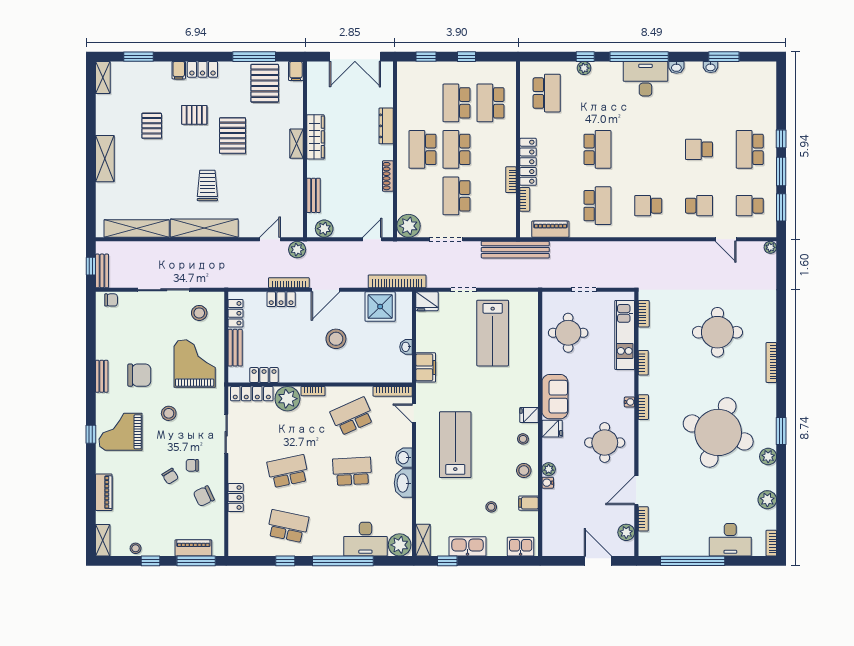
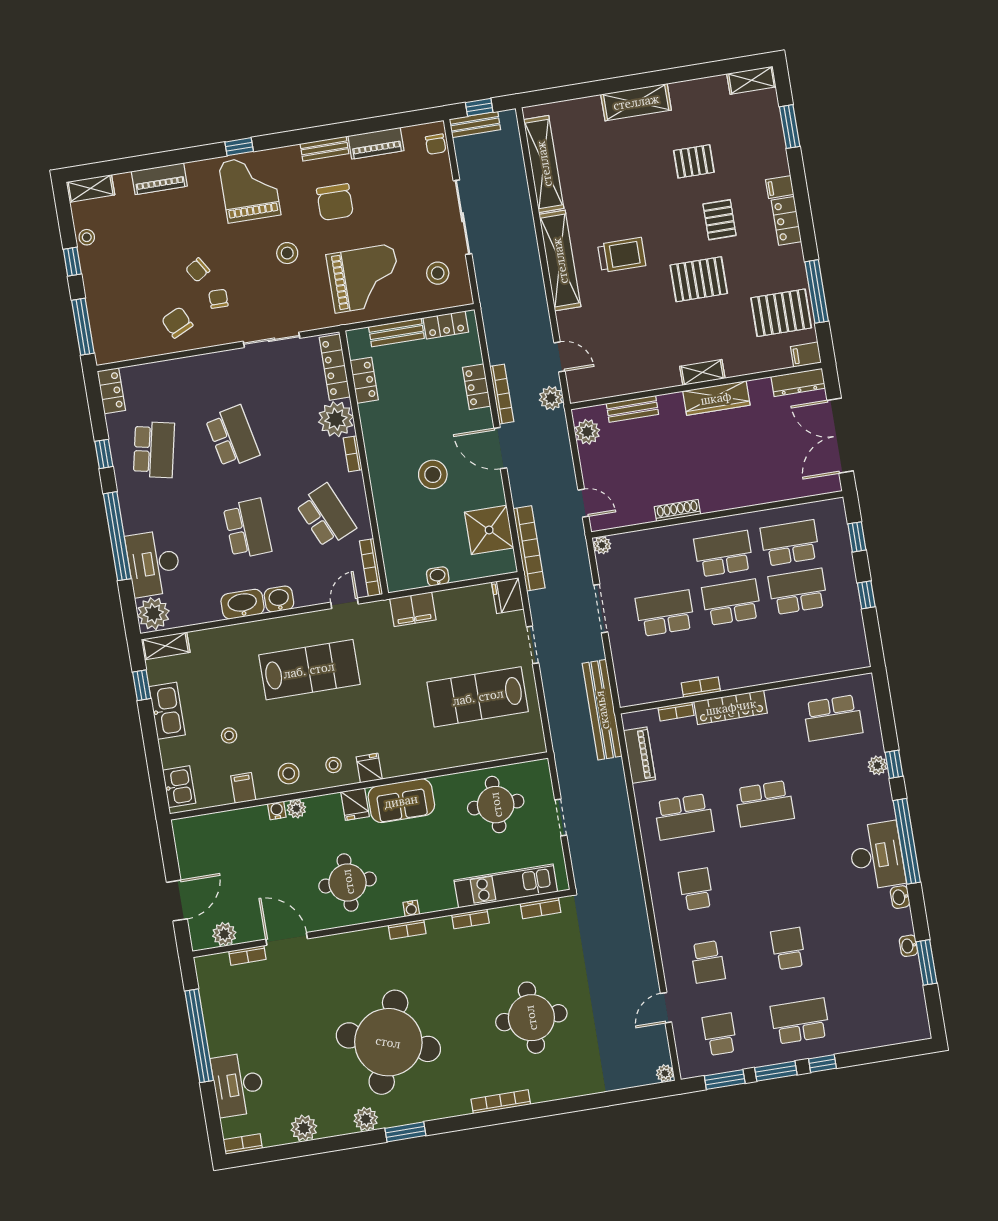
school desk: (491, 103) -> (790, 543), moved
dresser: (386, 126) -> (798, 382), moved, turned 180
plant: (408, 226) -> (602, 545), width x0.53, depth x0.53
locker: (236, 497) -> (111, 391), moved, turned -90
piano: (193, 548) -> (376, 143), moved, turned 90

